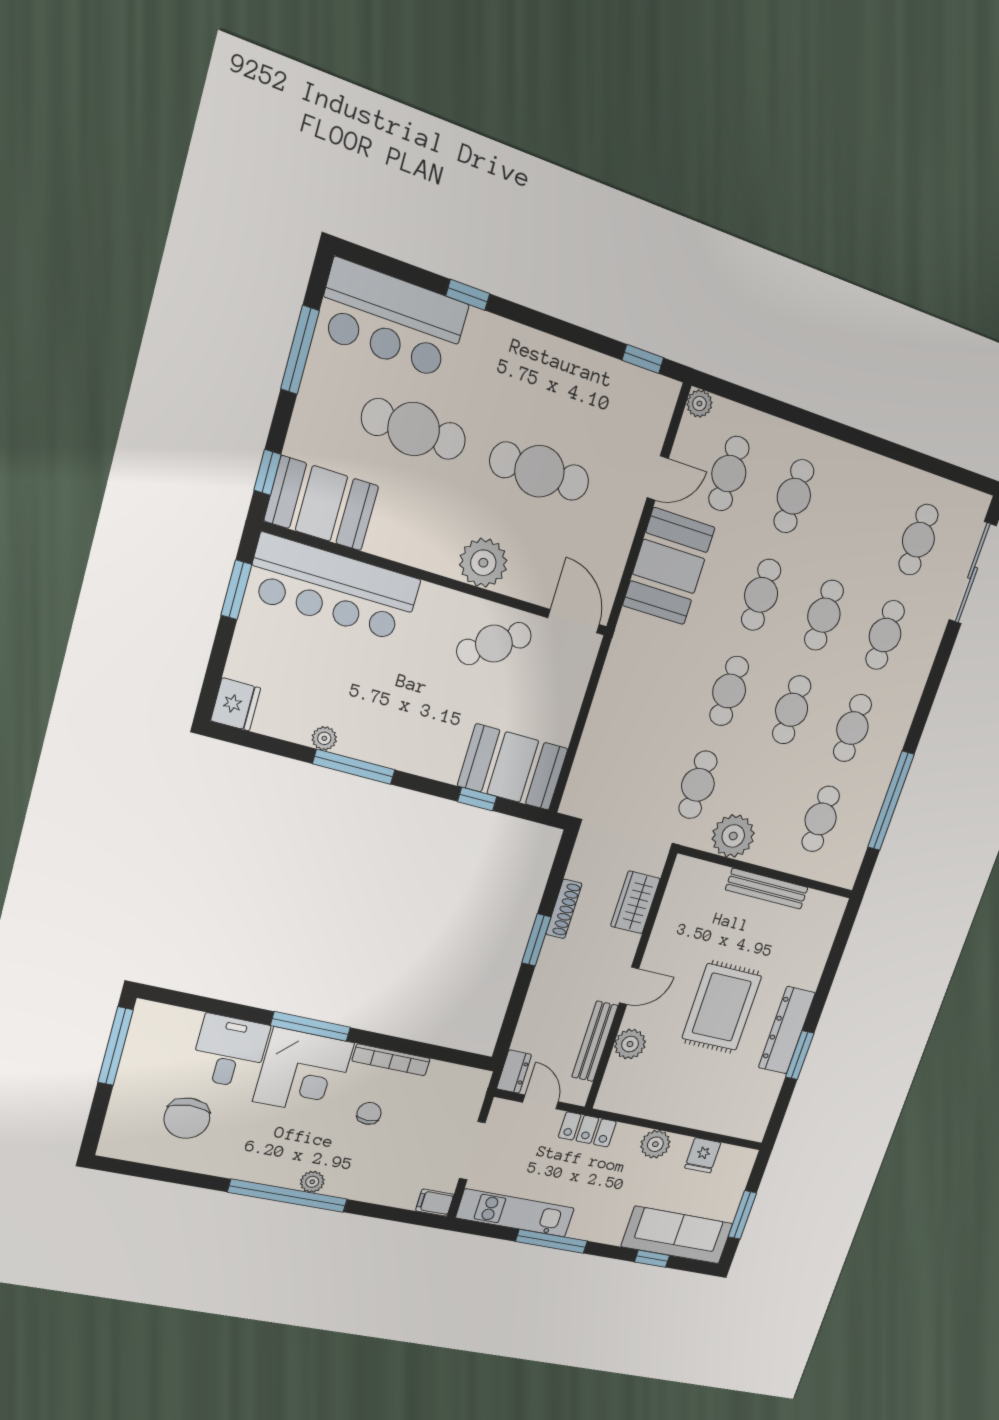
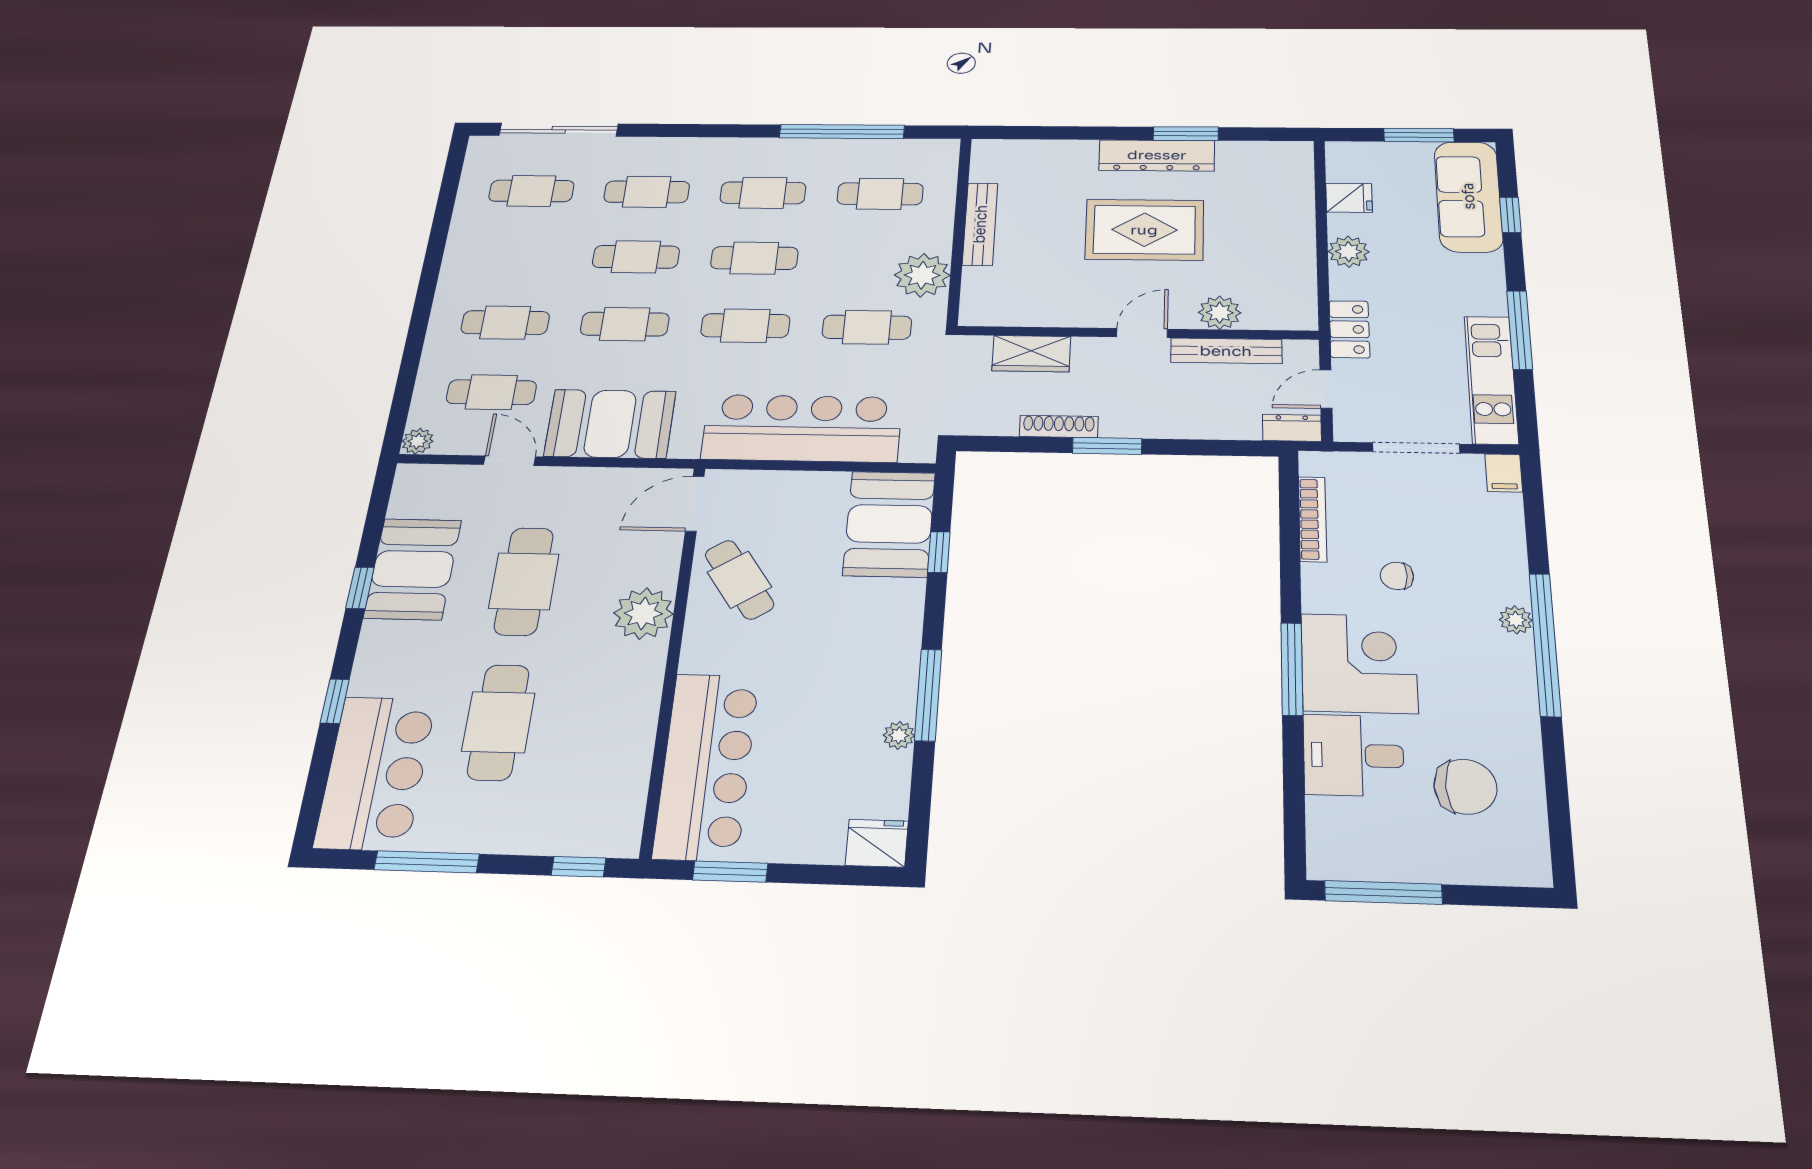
window: (643, 359) -> (360, 588), moved
booth: (321, 503) -> (413, 569), moved
bar counter: (619, 717) -> (802, 428), added
door: (629, 986) -> (1142, 333), hinge flipped
bookcase: (391, 1060) -> (1313, 519), moved

